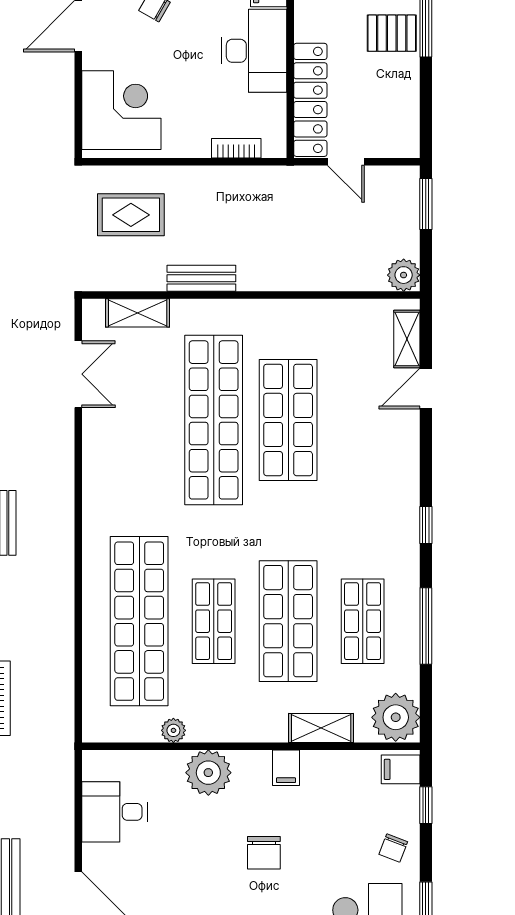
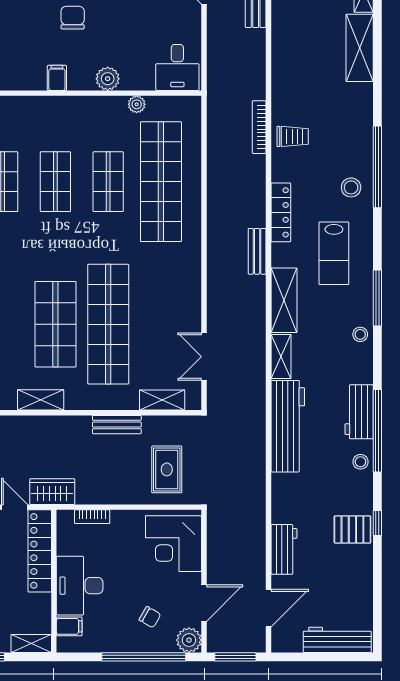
wardrobe: (293, 184) -> (52, 492), added
rug: (131, 215) -> (167, 469), turned 90
shop shelf: (288, 621) -> (55, 182), width x0.70, depth x0.74
shelving: (321, 728) -> (41, 400), moved
plant: (208, 773) -> (108, 79), width x0.73, depth x0.73
desk: (115, 812) -> (177, 67), moved, turned 90

